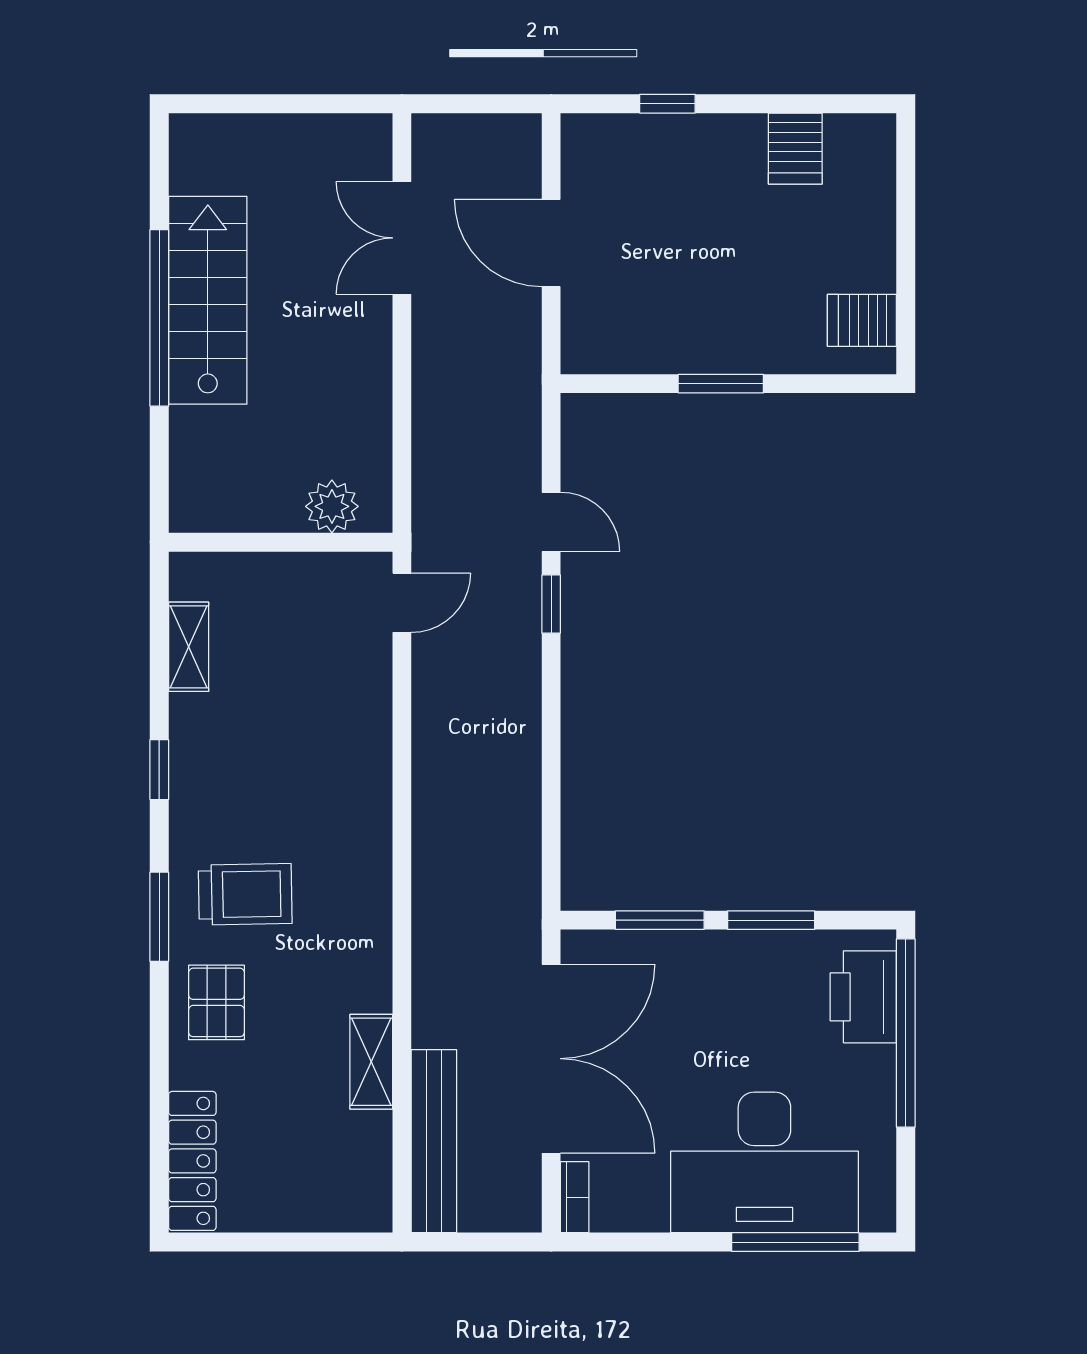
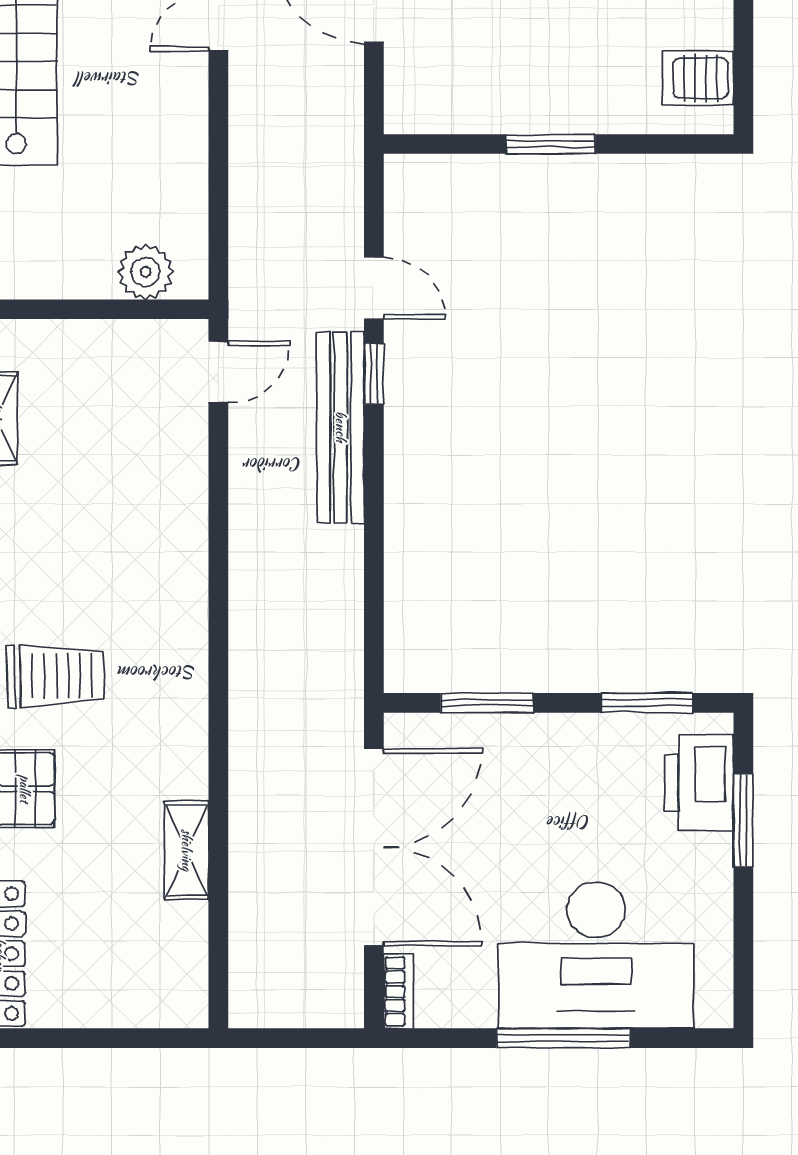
window: (771, 920) -> (647, 703), moved
window: (906, 1033) -> (743, 820), width x0.47
bench: (434, 1141) -> (341, 427), moved
window: (795, 1242) -> (563, 1038), moved

